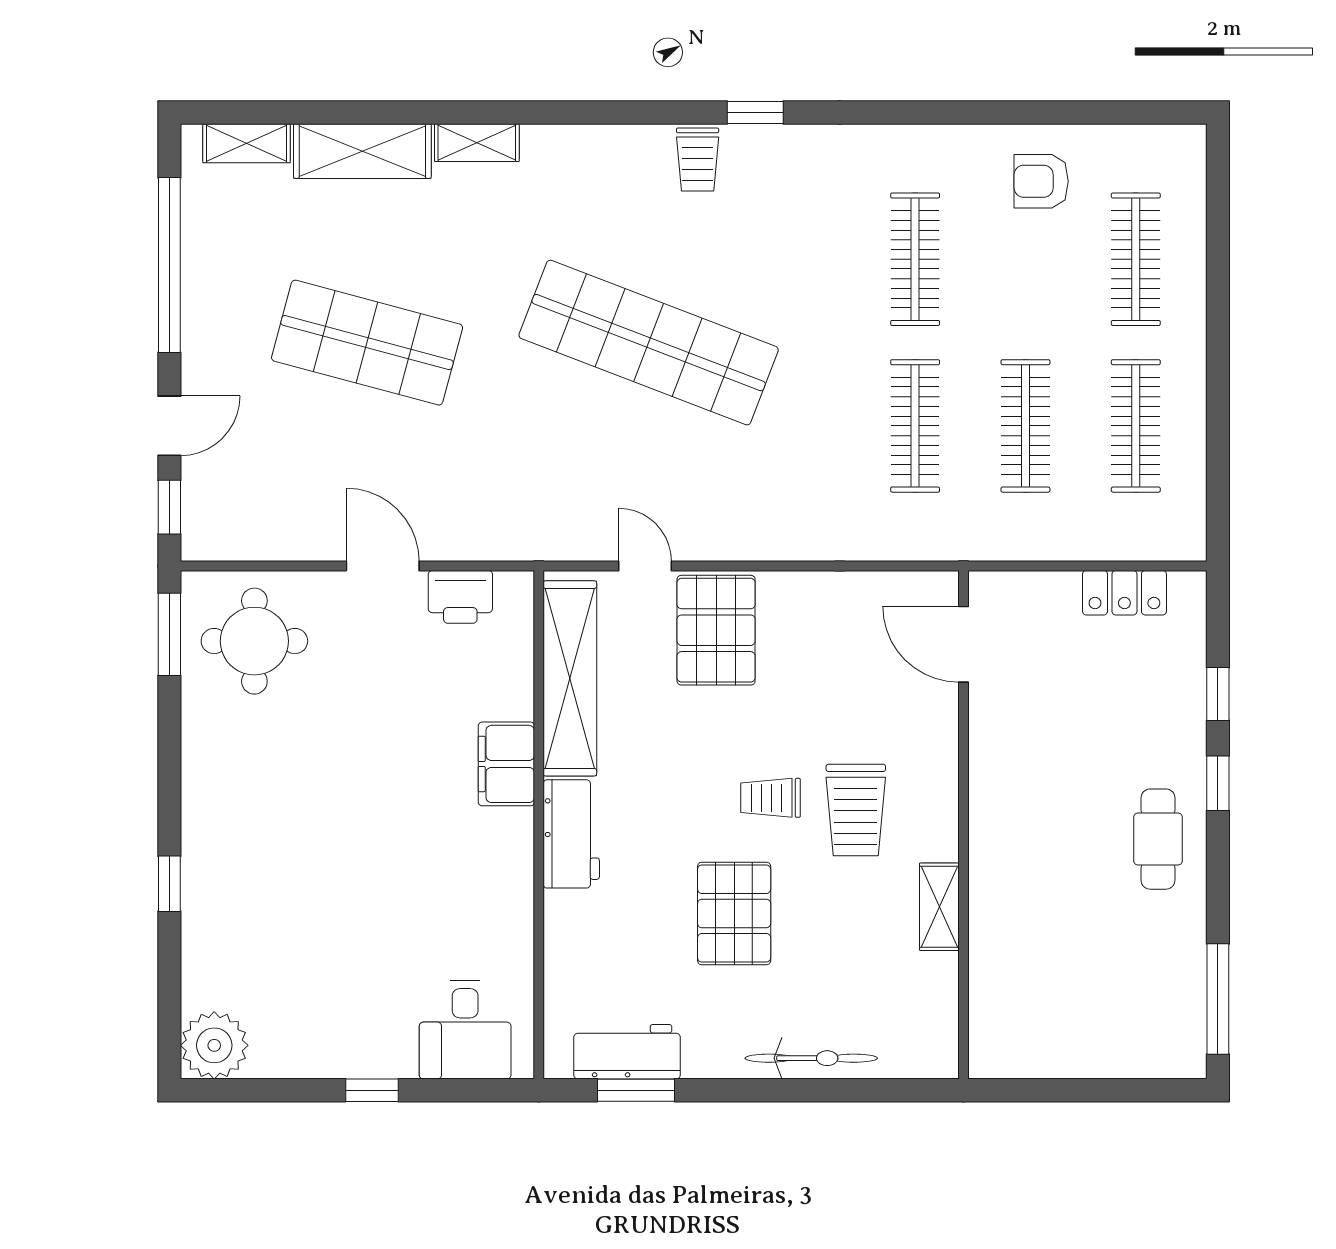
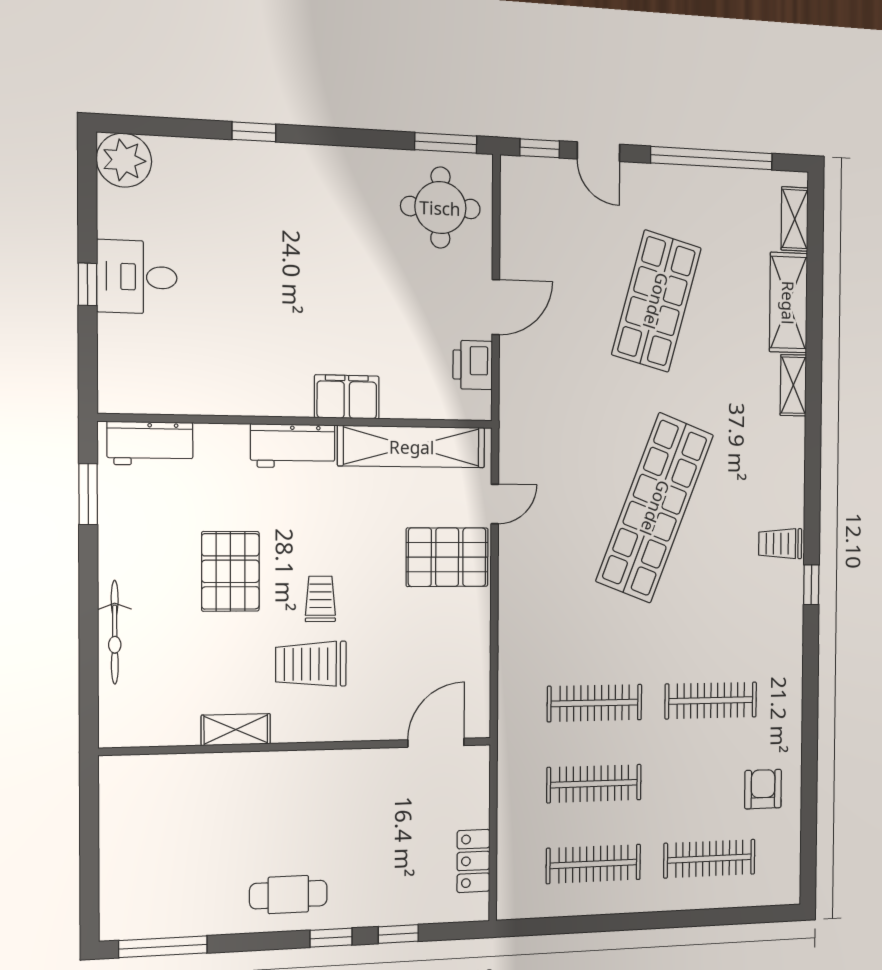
pallet: (734, 913) -> (230, 571), turned 90
desk: (465, 1030) -> (137, 277), moved
workbench: (627, 1052) -> (150, 443), moved, turned 90

